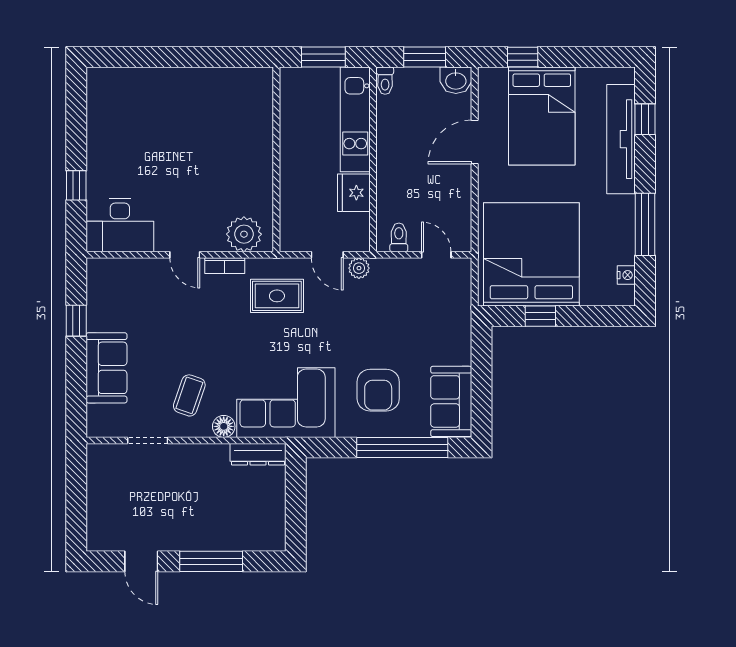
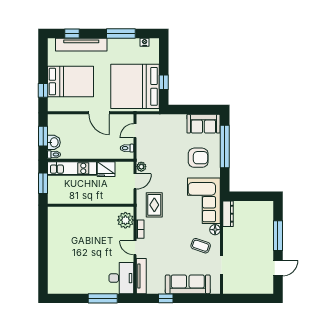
washbasin: (456, 80) -> (54, 142), moved
door: (475, 142) -> (99, 113), moved
window: (76, 185) -> (103, 298), width x2.17
door: (185, 255) -> (135, 248), swing flipped
tv unit: (124, 268) -> (141, 276), added
sofa: (106, 368) -> (188, 284), width x1.36

